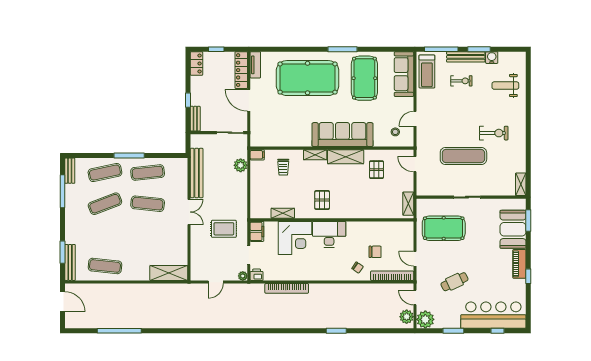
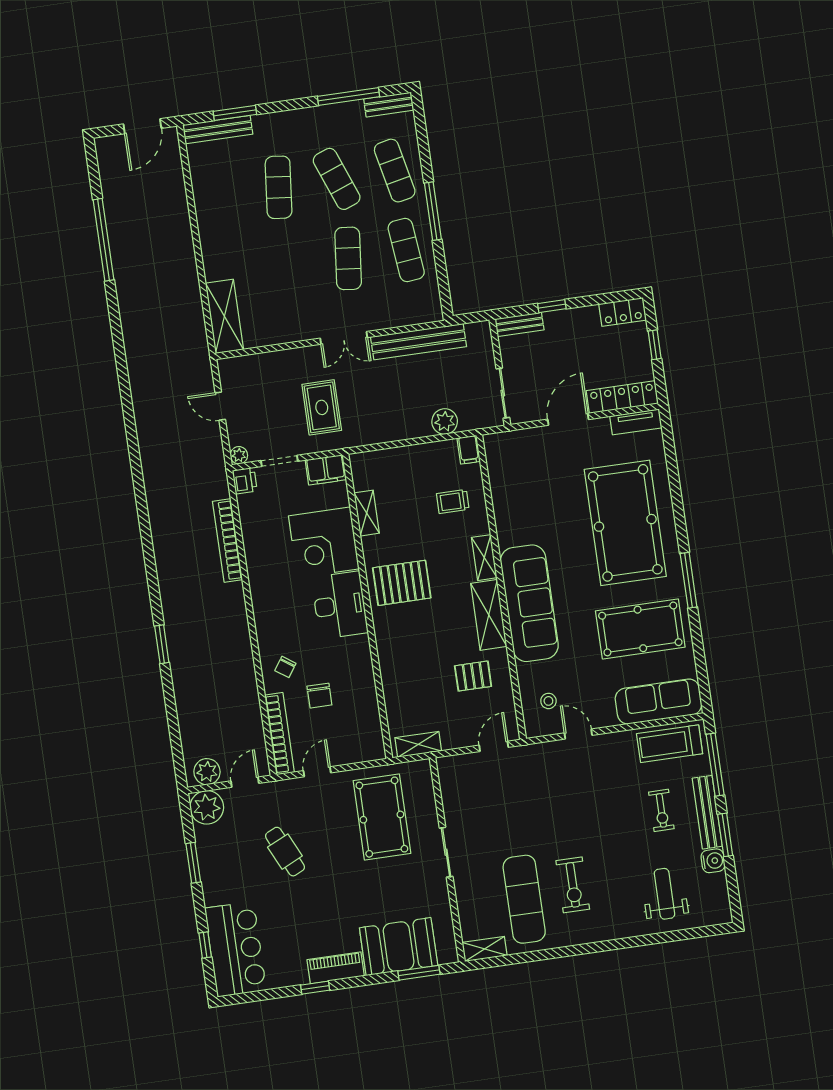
exercise mat: (463, 156) -> (524, 899), moved
pallet: (322, 200) -> (402, 583), width x1.50, depth x1.42
exercise mat: (105, 266) -> (279, 187), moved
bar counter: (493, 315) -> (235, 949), width x0.73

